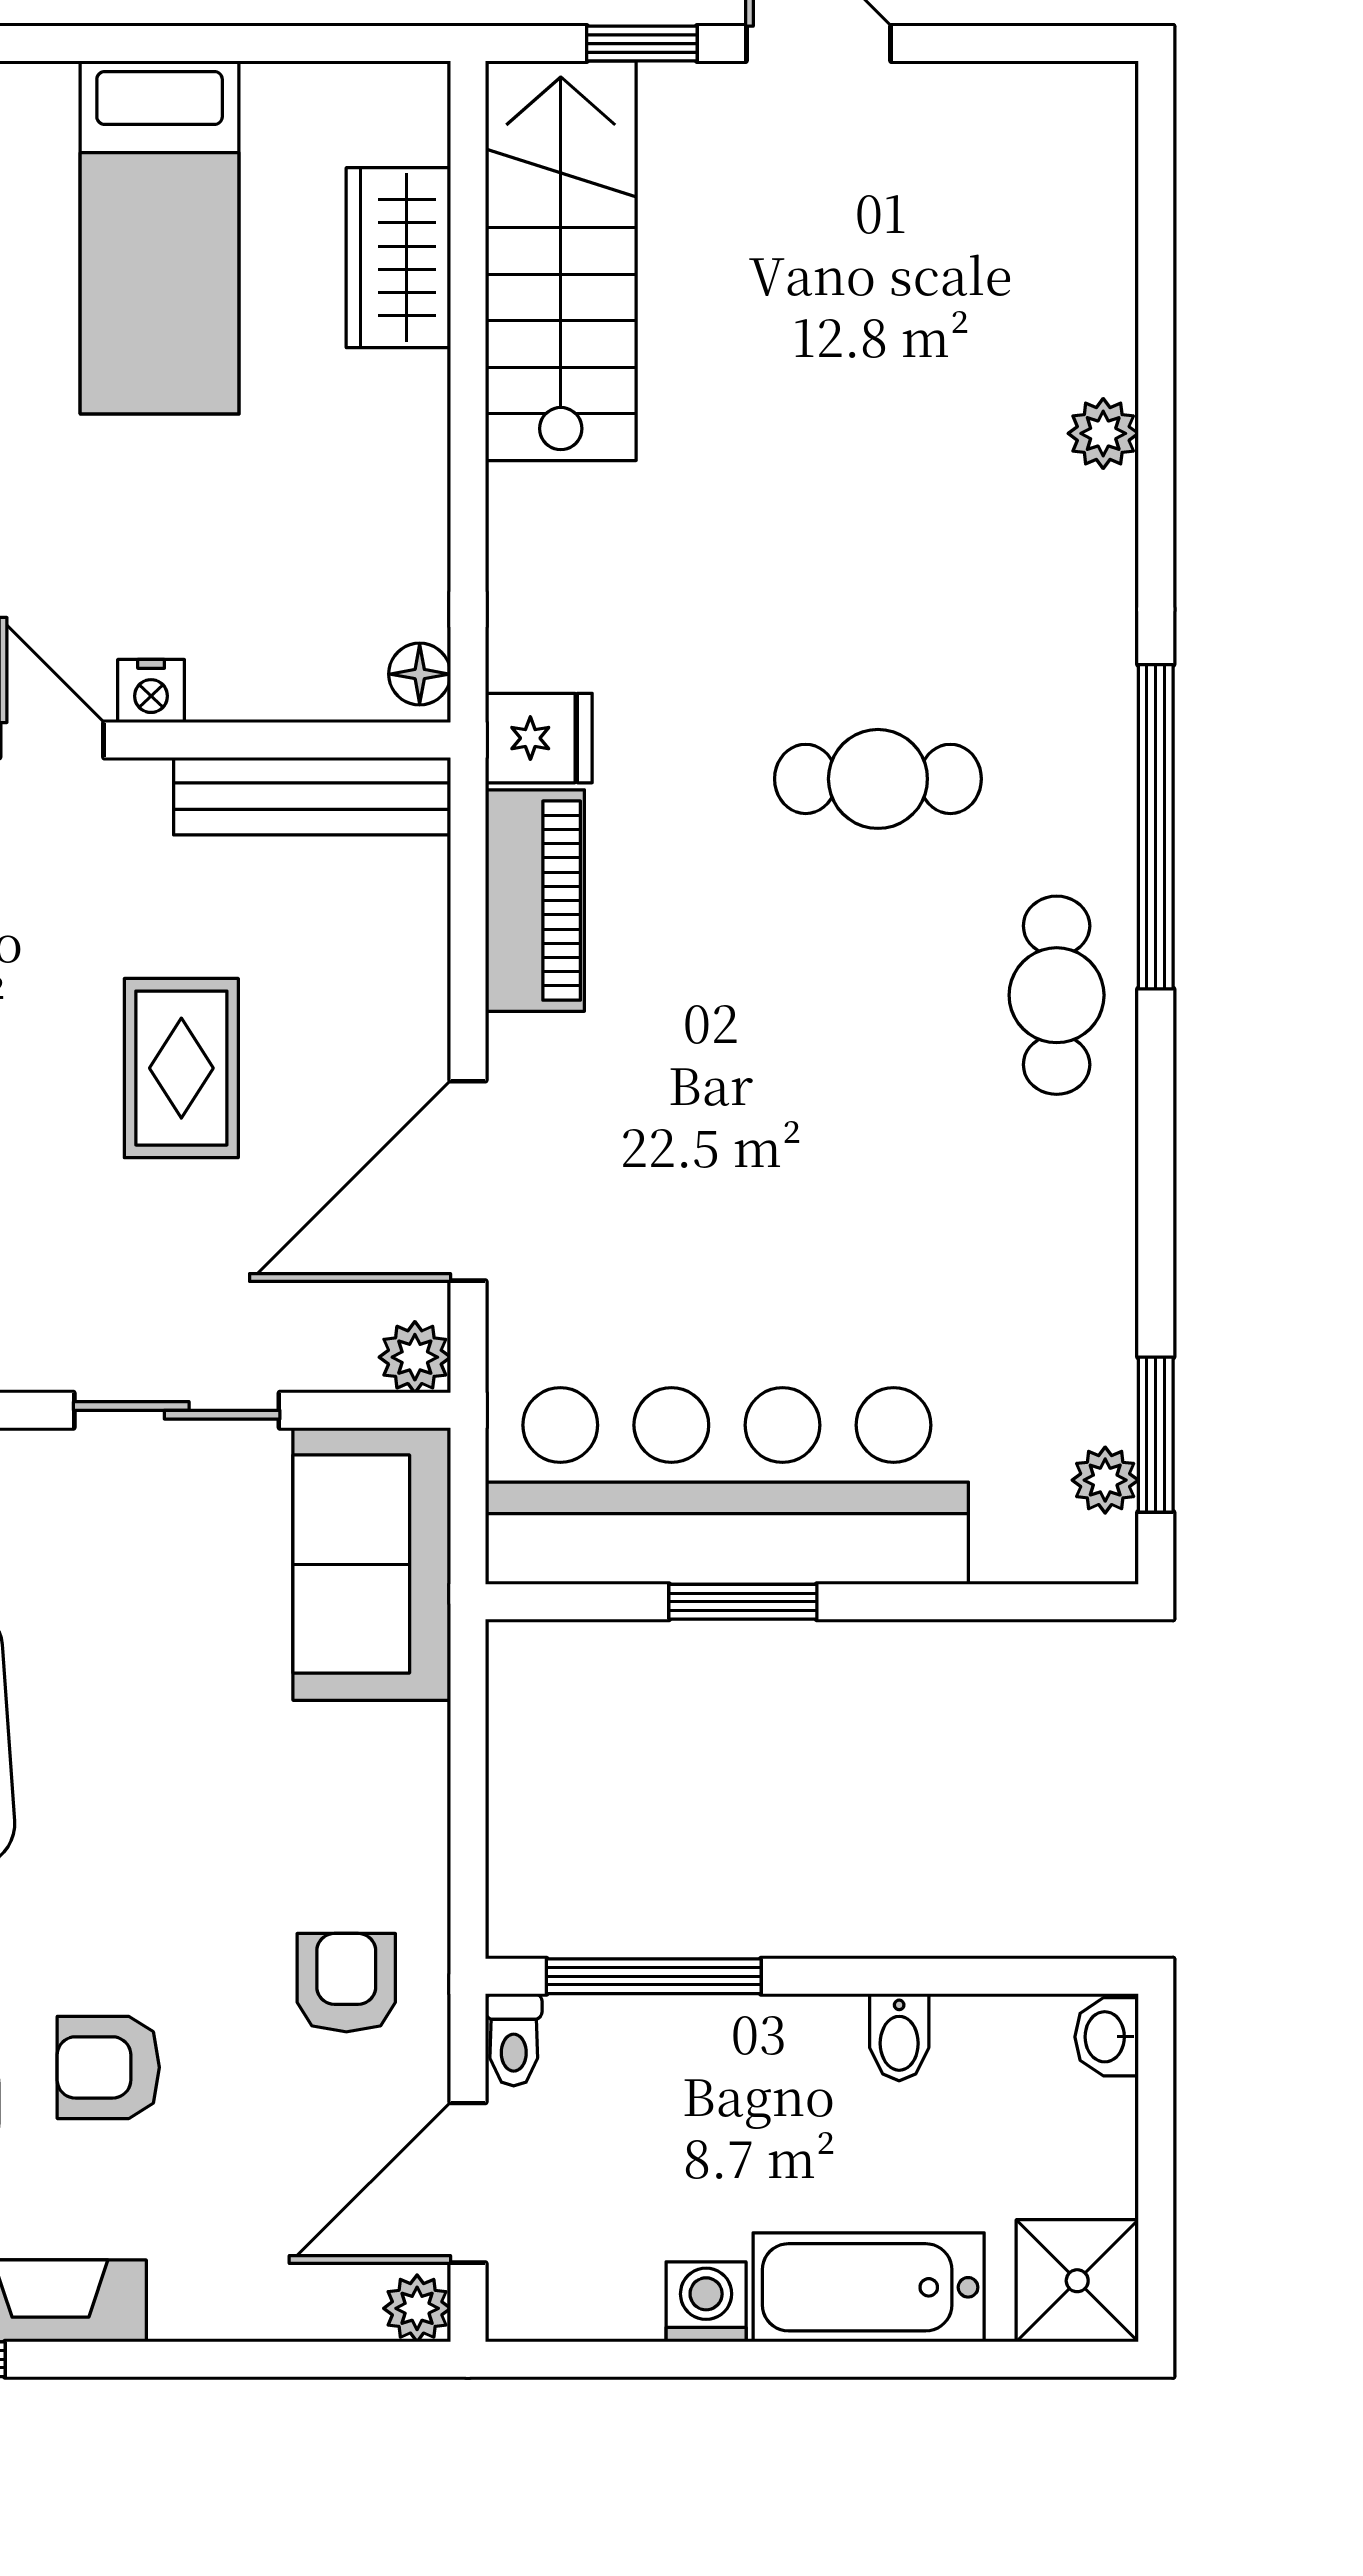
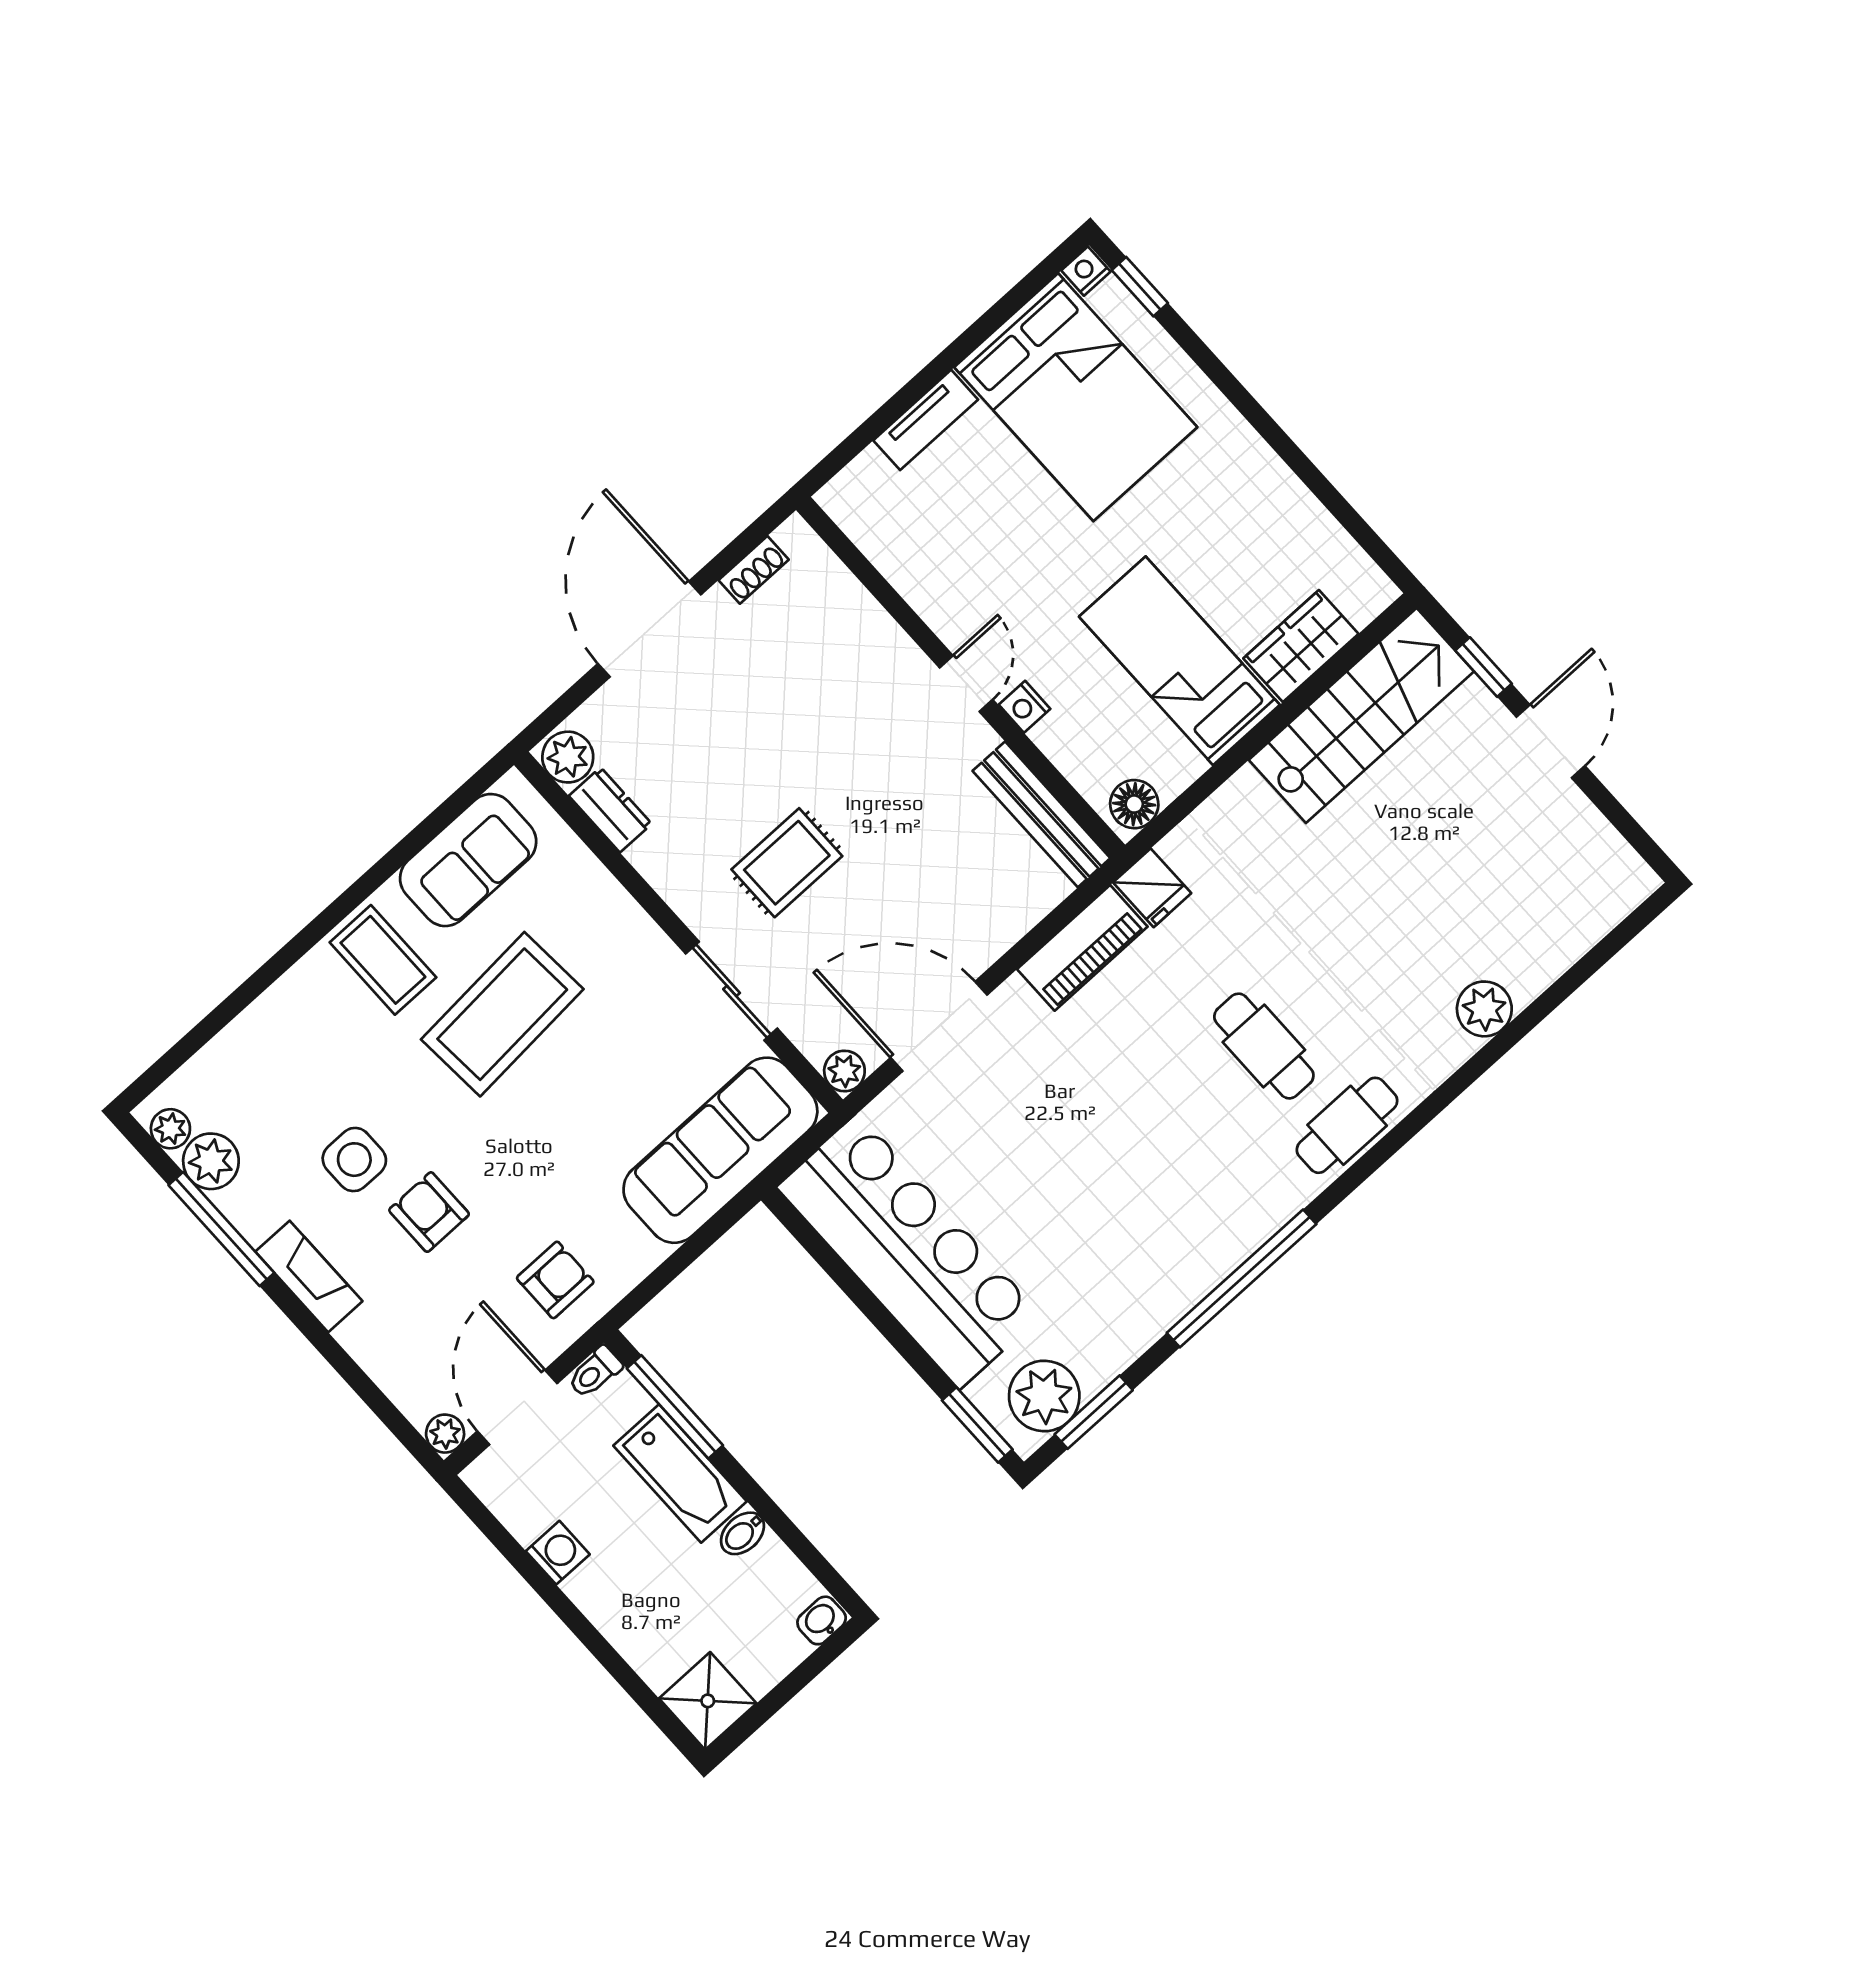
bed: (160, 237) -> (1179, 661), moved, turned 90
plant: (1103, 433) -> (1484, 1009), width x1.38, depth x1.38
floor lamp: (420, 674) -> (1134, 804), width x1.37, depth x1.37
window: (1156, 827) -> (1242, 1278), moved
cafe table: (1057, 995) -> (1347, 1125), moved
rug: (181, 1068) -> (787, 863), moved
plant: (1105, 1480) -> (1044, 1396), width x1.88, depth x1.88
sofa: (372, 1564) -> (720, 1150), width x1.36
window: (743, 1602) -> (977, 1425), moved
door: (468, 2183) -> (517, 1407), hinge flipped
bathtub: (869, 2287) -> (680, 1473), moved, turned 180

